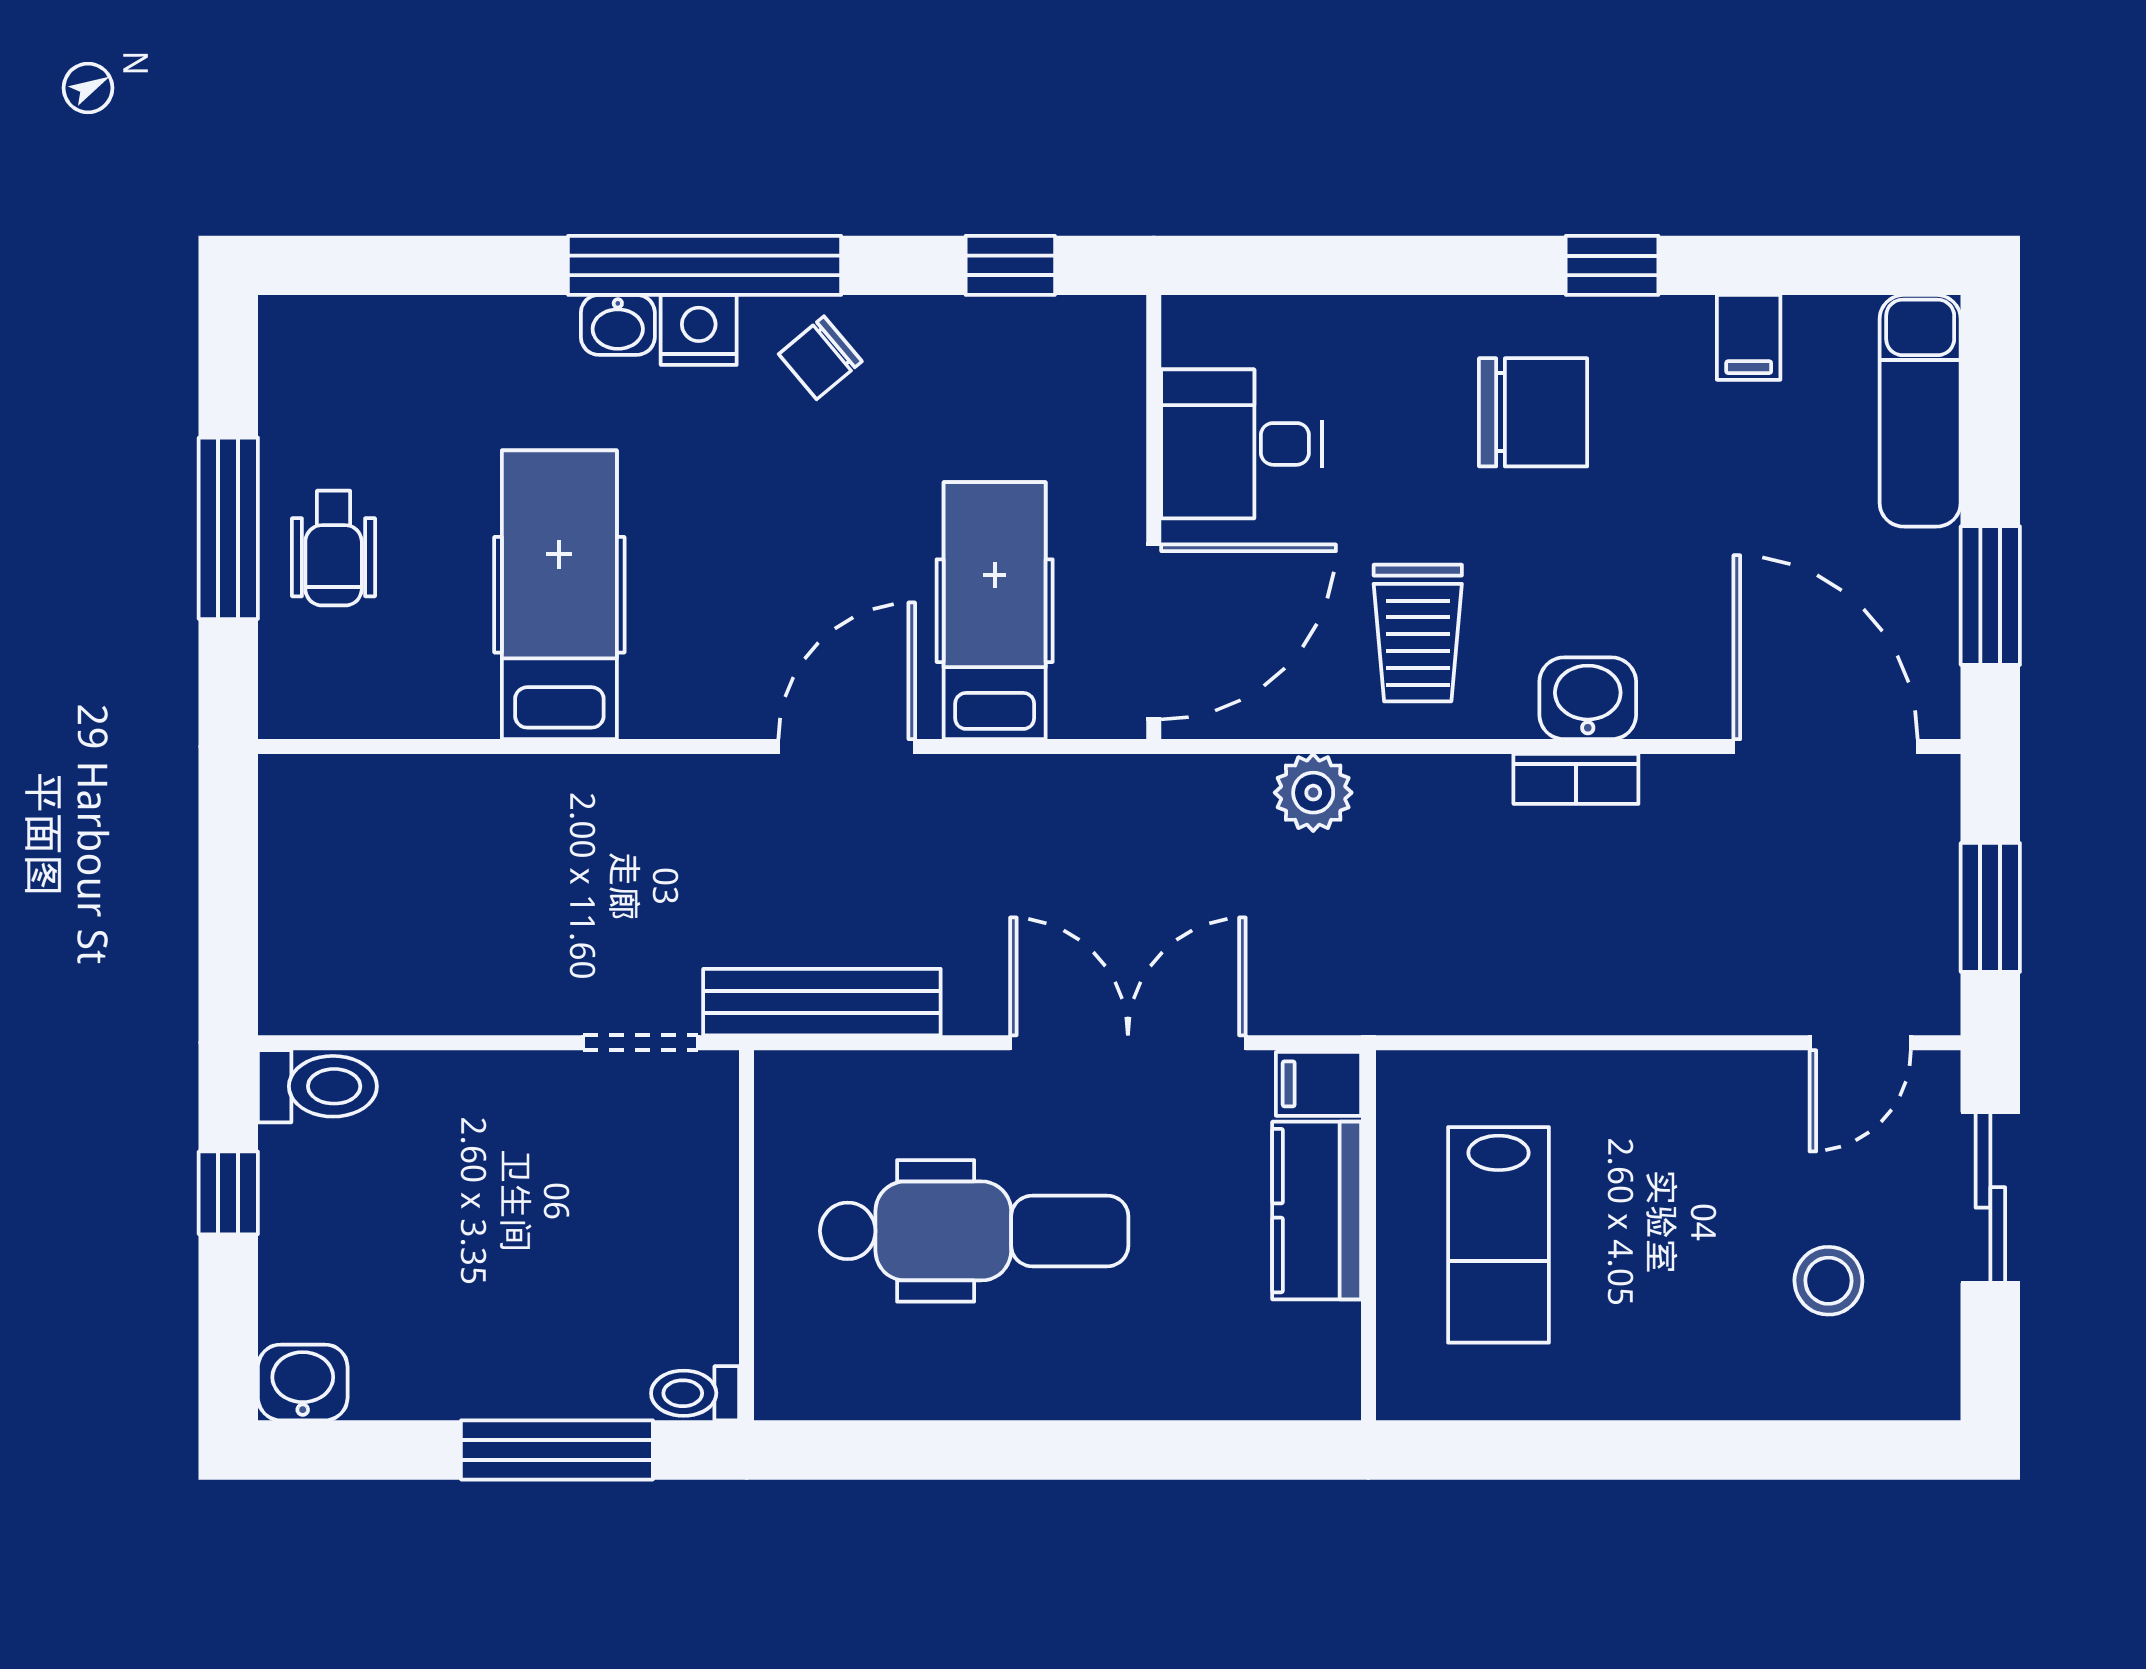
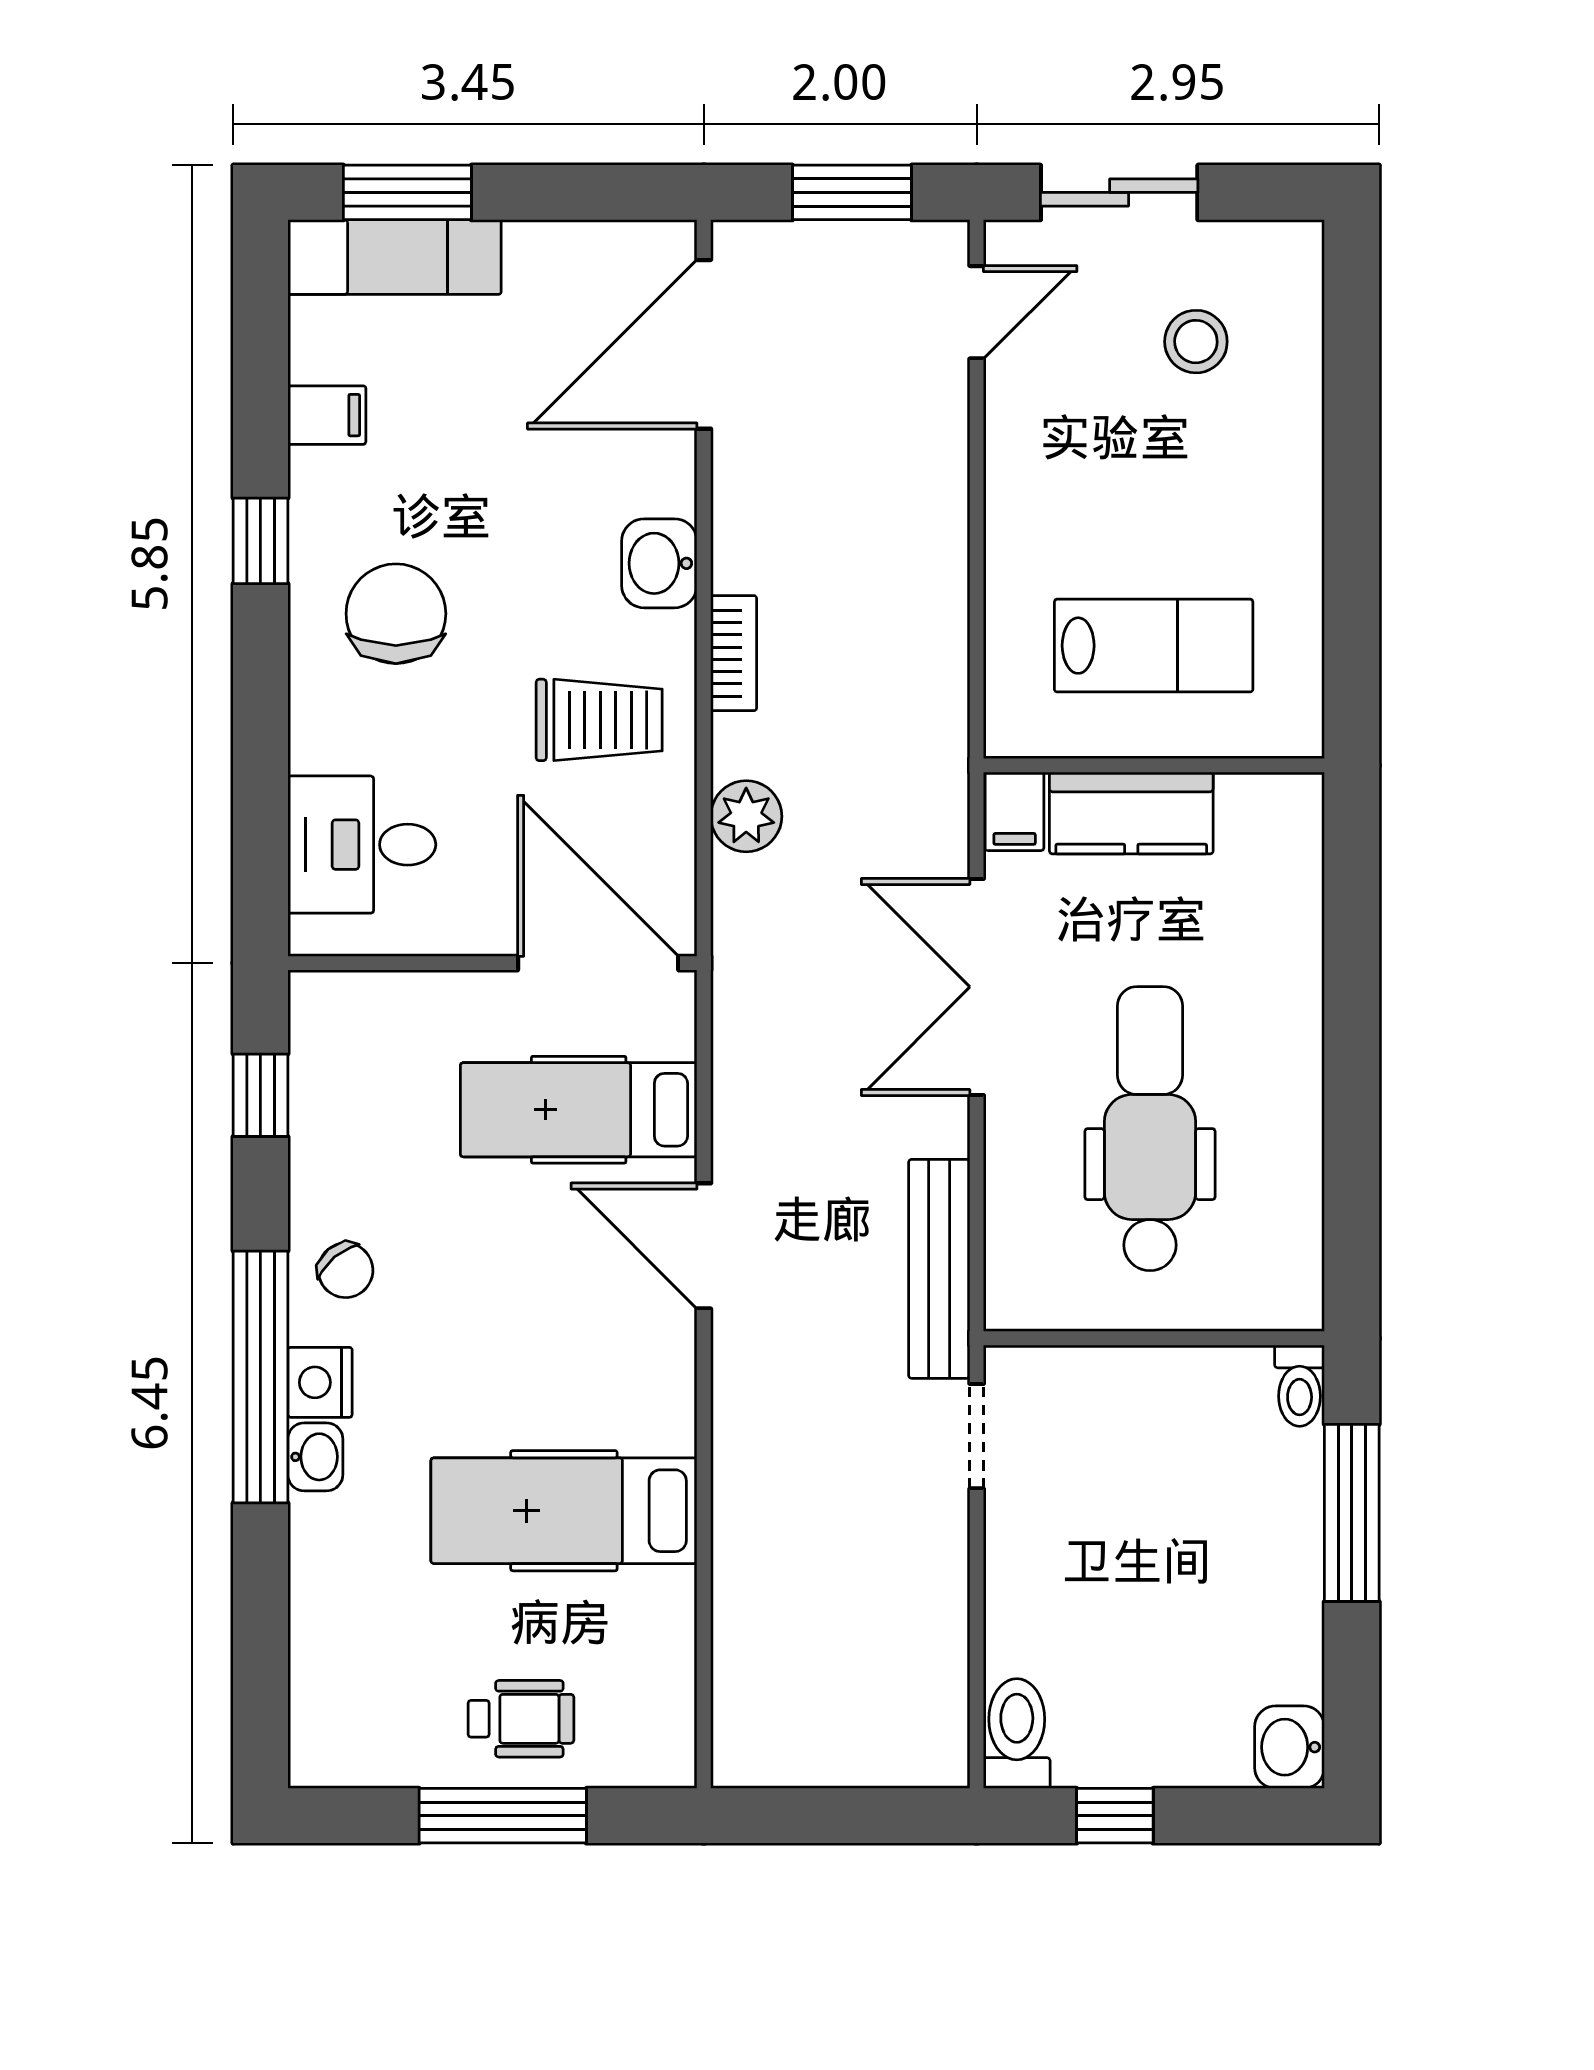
desk: (1241, 444) -> (362, 845), moved, turned 90
window: (1990, 596) -> (407, 192), moved
bookcase: (1576, 779) -> (734, 653), moved
door: (1860, 1043) -> (977, 312), hinge flipped

